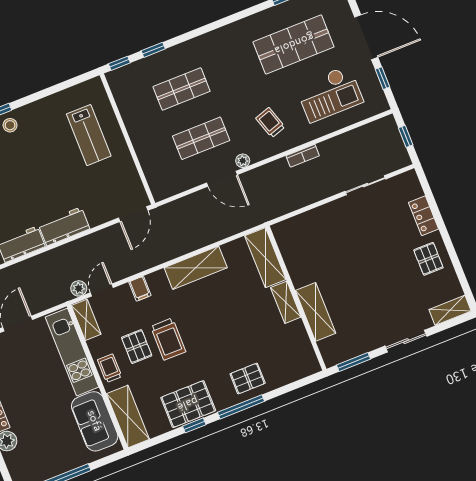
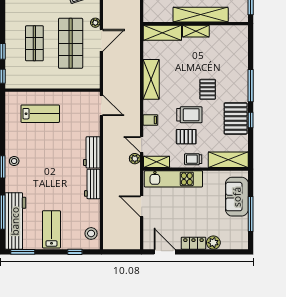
shop shelf: (201, 138) -> (71, 43), width x1.43, depth x1.36
shelving: (316, 312) -> (201, 15), width x1.47
pallet: (248, 379) -> (208, 89), moved
sofa: (95, 421) -> (237, 197), moved, turned 90

